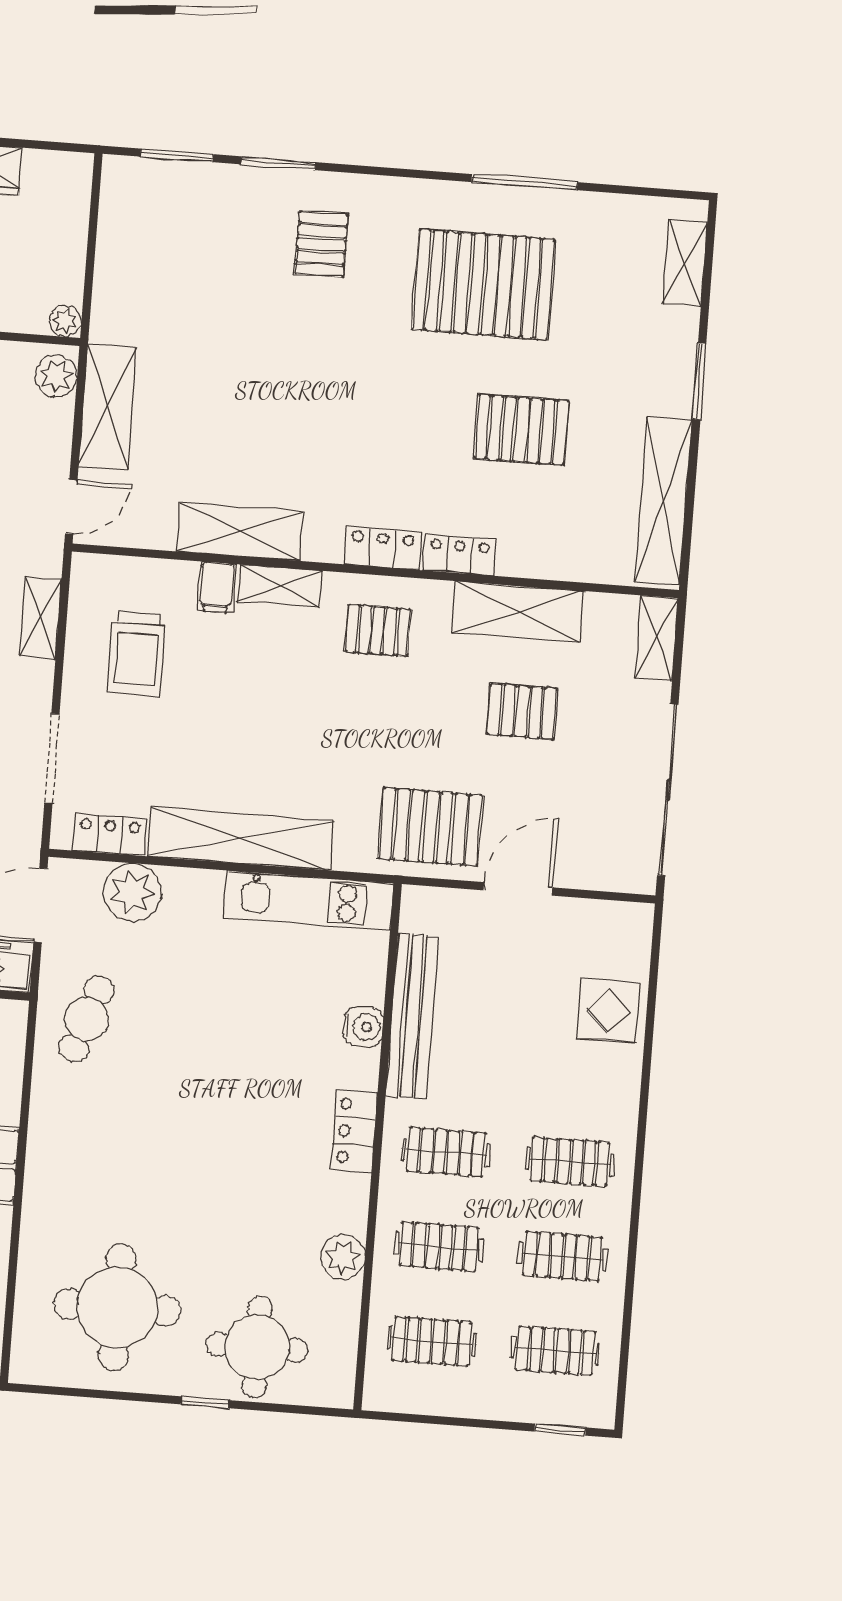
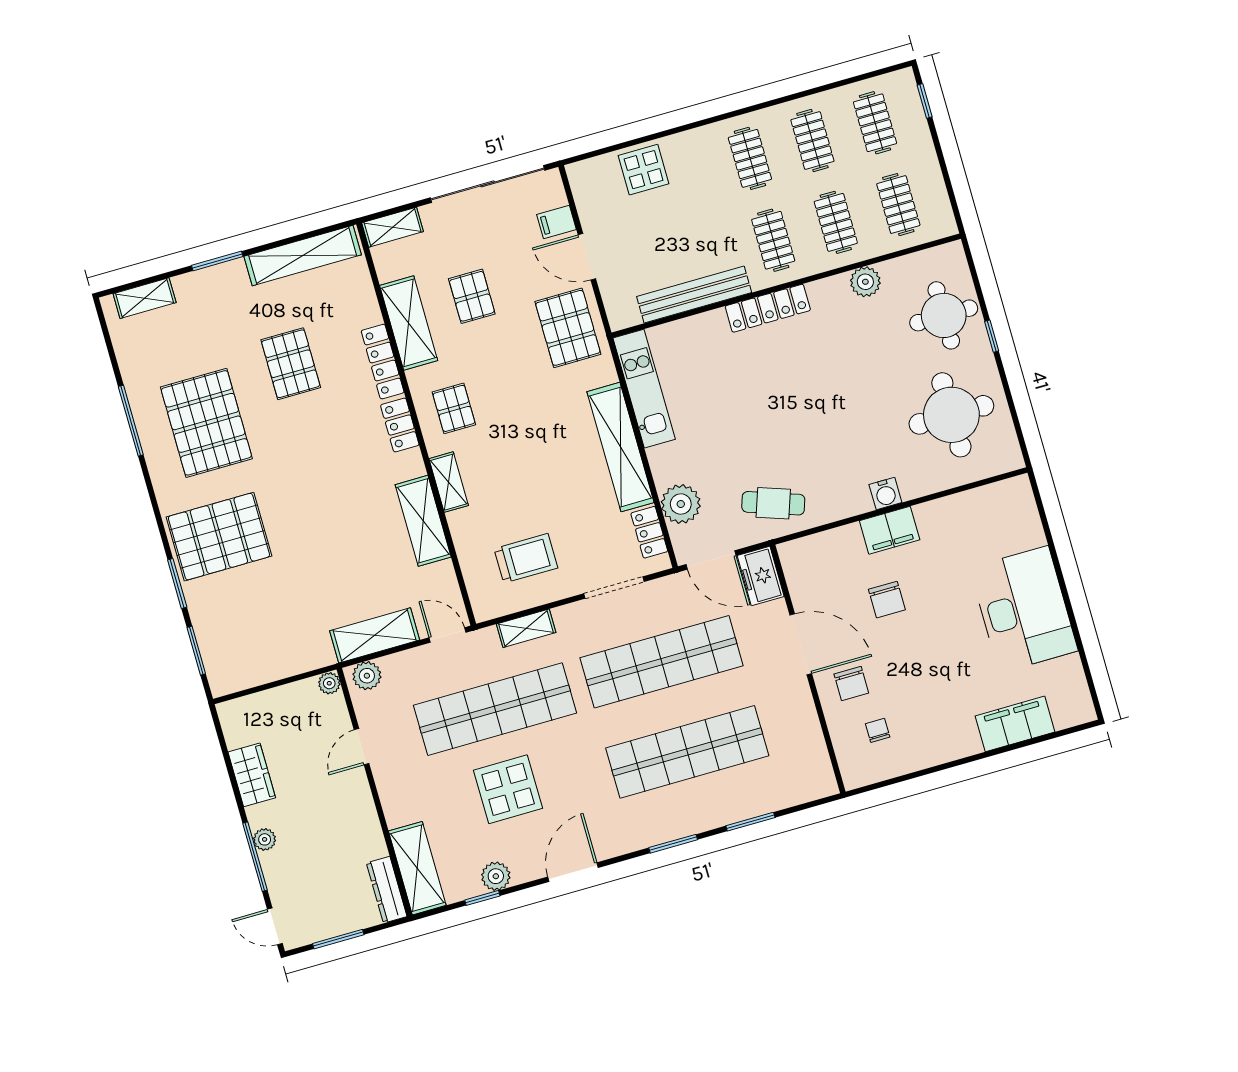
pallet: (321, 244) -> (219, 537), width x2.05, depth x2.00
locker: (459, 555) -> (383, 362), width x1.53
filing cabinet: (217, 587) -> (556, 222), moved, turned 180
water cooler: (363, 1027) -> (885, 494), moved, turned 180
locker: (354, 1131) -> (768, 308), width x1.53

